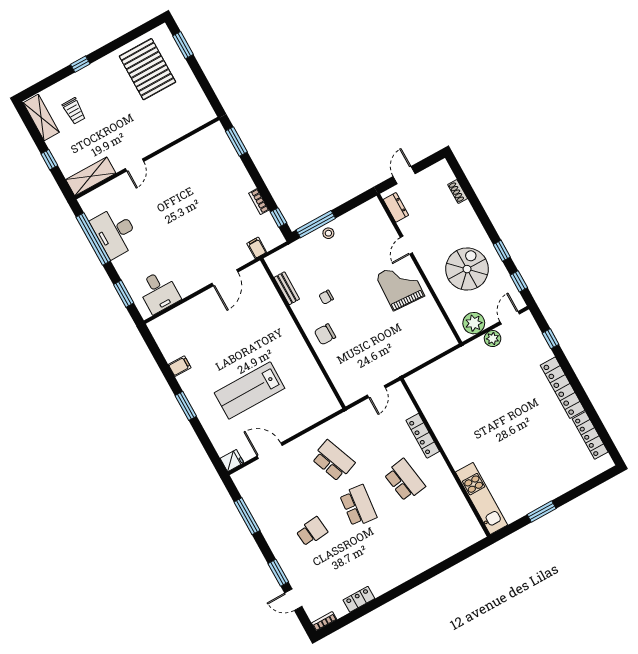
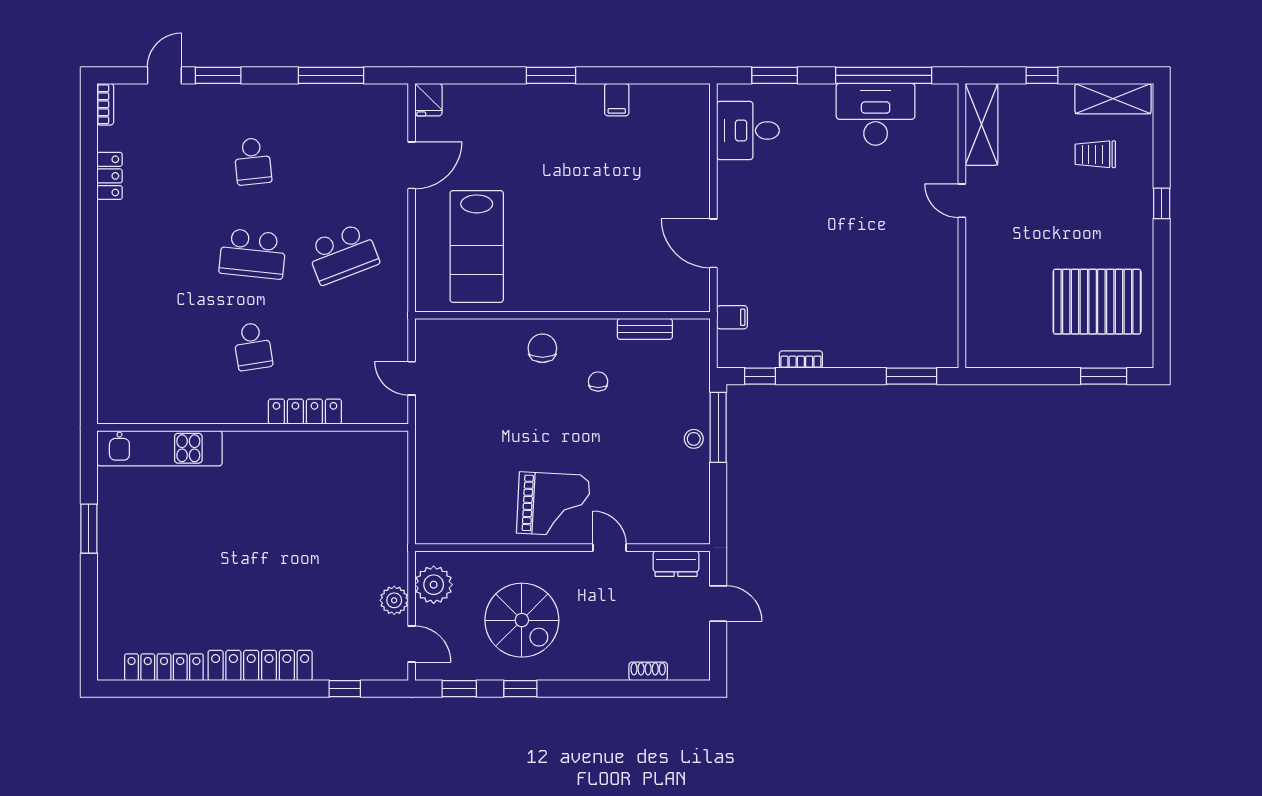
lab bench: (250, 391) -> (477, 246), moved, turned 180
school desk: (405, 480) -> (253, 346), width x0.54

